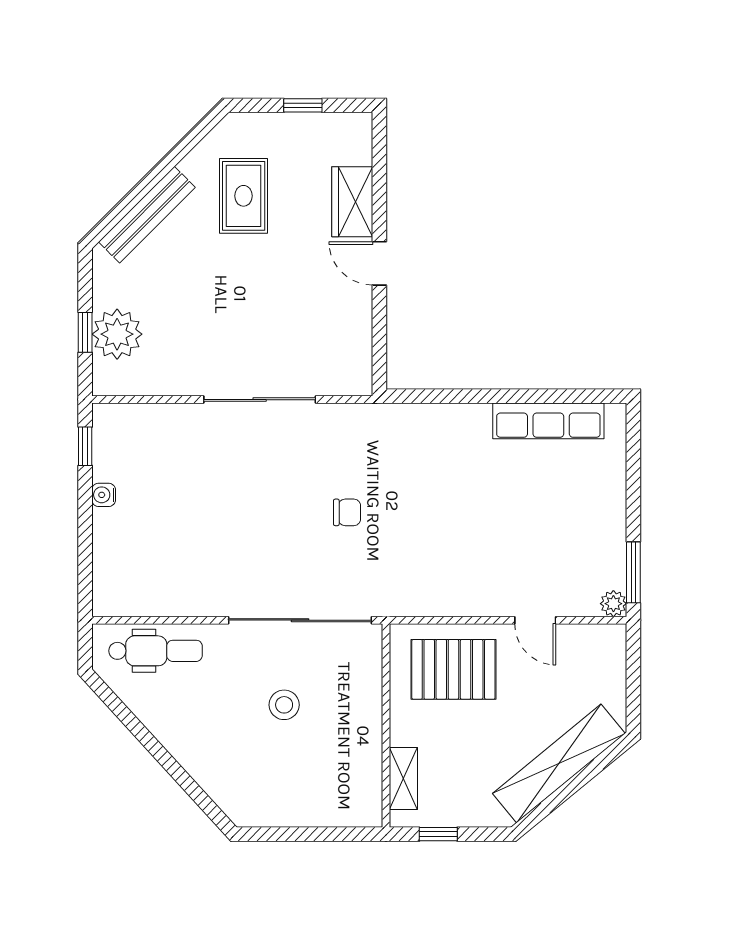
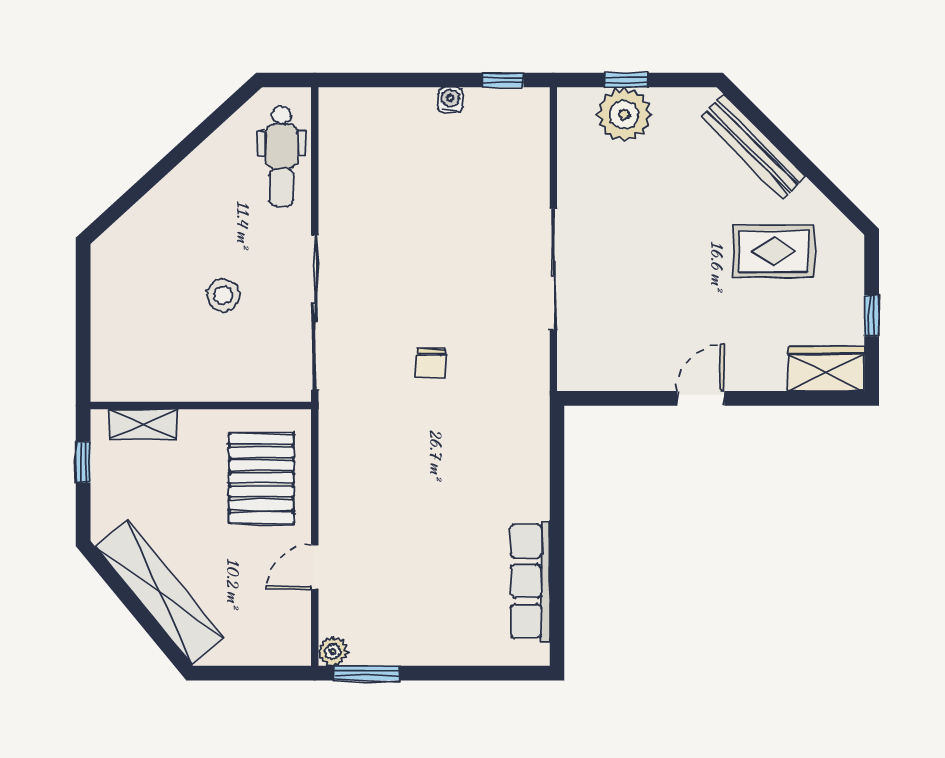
wardrobe: (352, 202) -> (826, 369), moved

